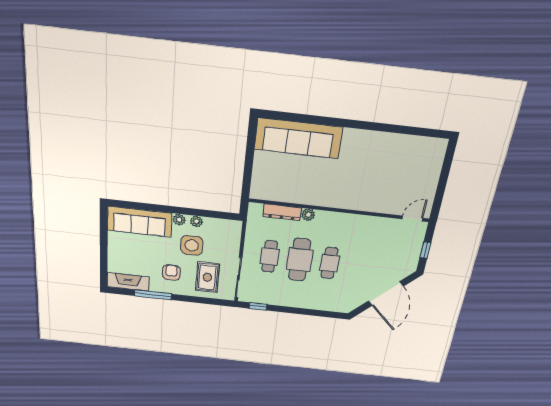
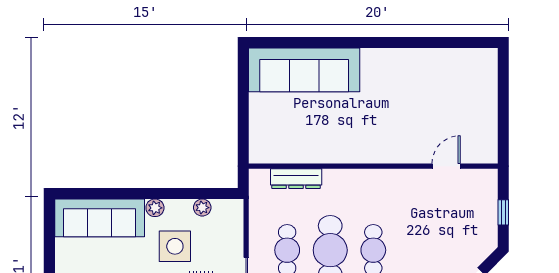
plant: (308, 215) -> (332, 178), removed
door: (412, 219) -> (446, 166), moved
plant: (196, 221) -> (202, 208), moved

